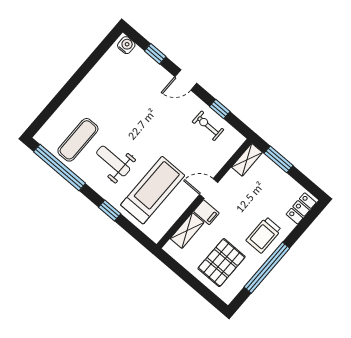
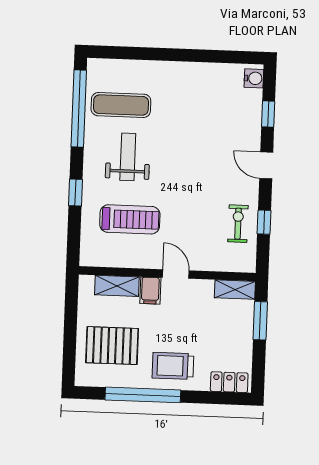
treadmill: (153, 190) -> (130, 219), width x0.73, depth x0.73

